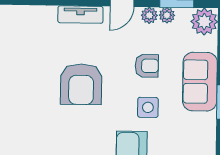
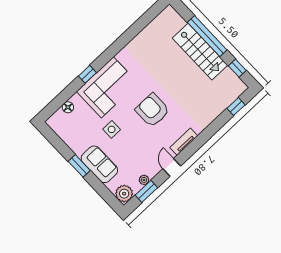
plant: (149, 15) -> (152, 172), removed
armchair: (147, 66) -> (131, 148), removed

